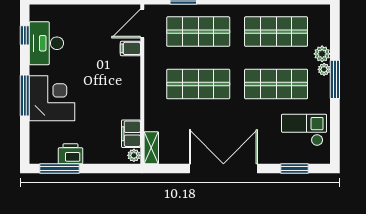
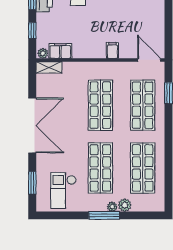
filing cabinet: (130, 48) -> (112, 50), moved
checkout: (304, 130) -> (63, 191), turned 180
window: (106, 168) -> (32, 30), added

